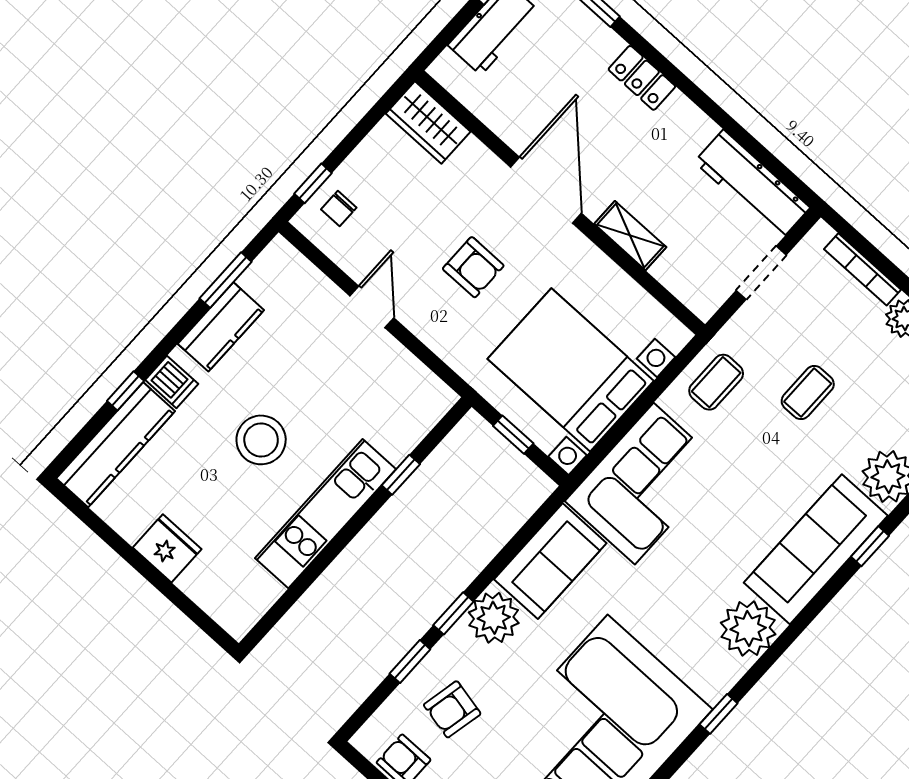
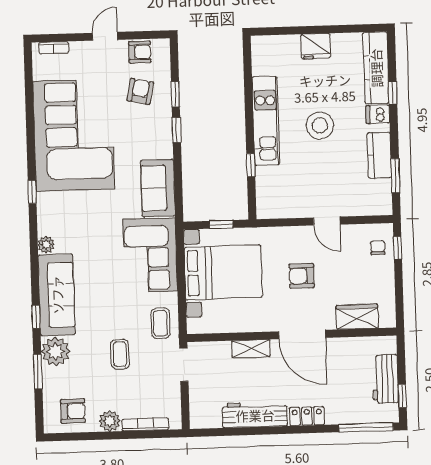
wardrobe: (428, 123) -> (357, 317), moved
workbench: (752, 185) -> (255, 415), moved
doorway: (761, 273) -> (184, 365), moved
plant: (494, 618) -> (159, 144), removed
plant: (748, 629) -> (46, 245), width x0.53, depth x0.53

